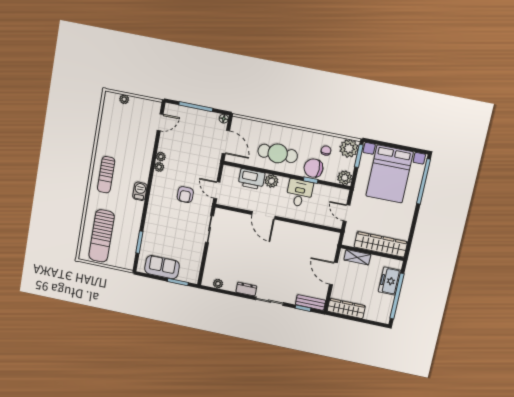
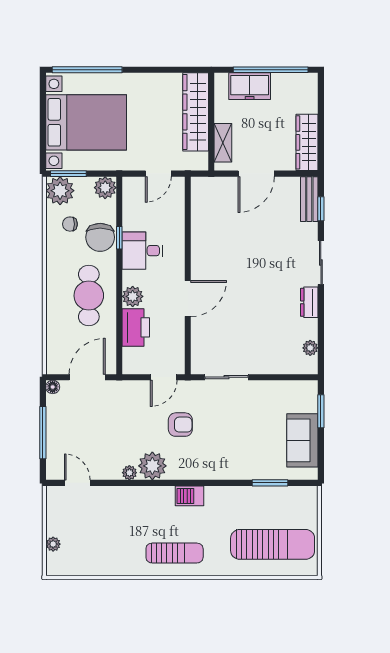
plant: (159, 167) -> (152, 466), width x1.88, depth x1.88

